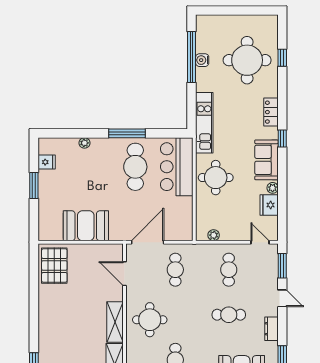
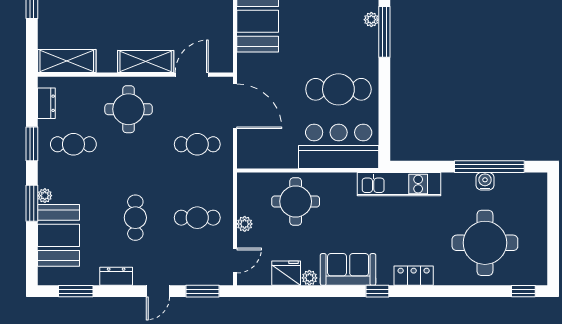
window: (282, 58) -> (523, 291), moved
window: (127, 133) -> (384, 32), moved
round table: (216, 178) -> (296, 201), moved
plant: (214, 235) -> (245, 224), moved
shelving: (115, 322) -> (146, 62), moved

